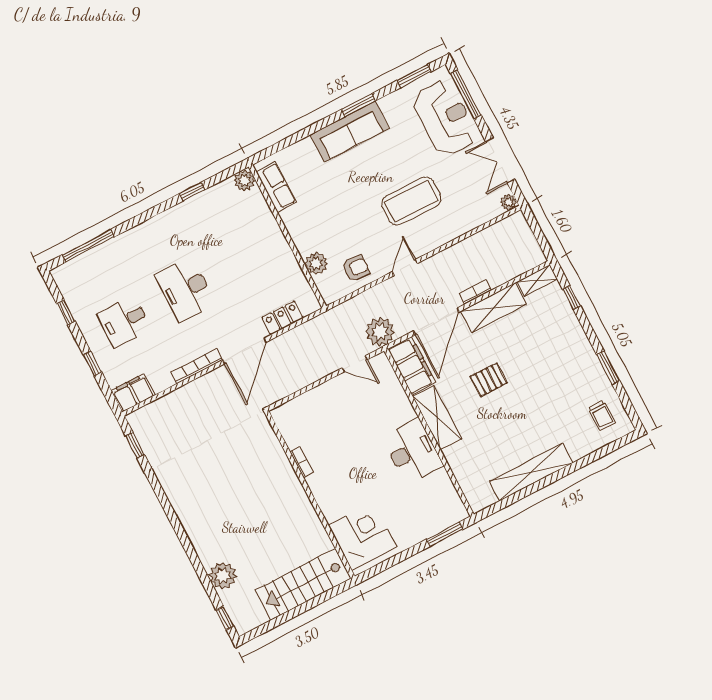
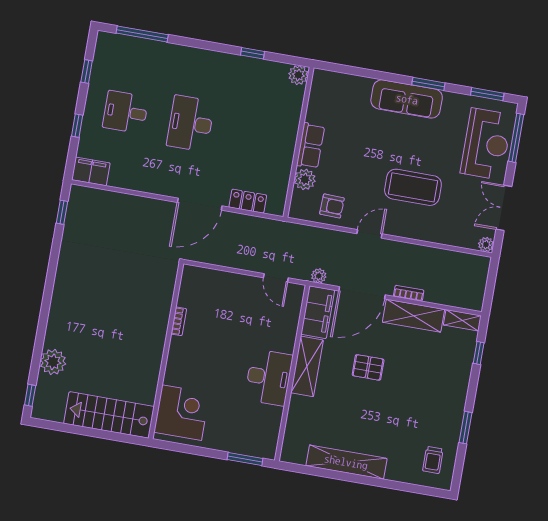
row of seats: (276, 187) -> (311, 146), moved
plant: (380, 332) -> (319, 276), width x0.53, depth x0.53
bookcase: (197, 366) -> (155, 188), removed

